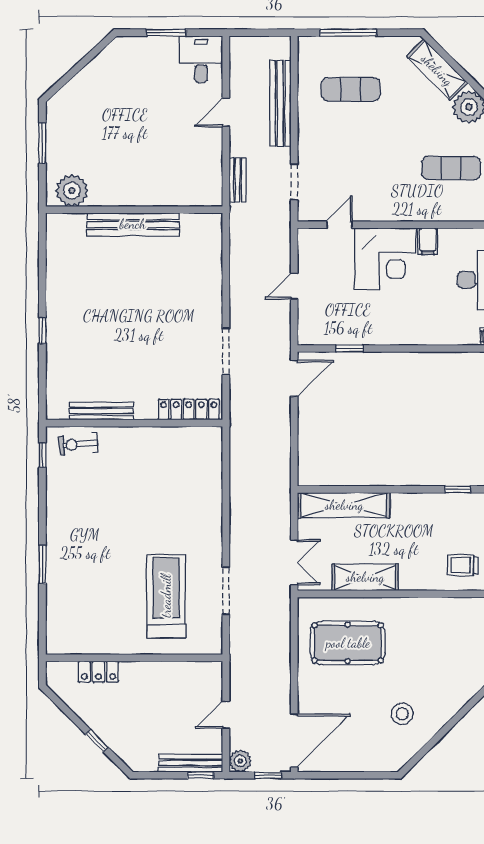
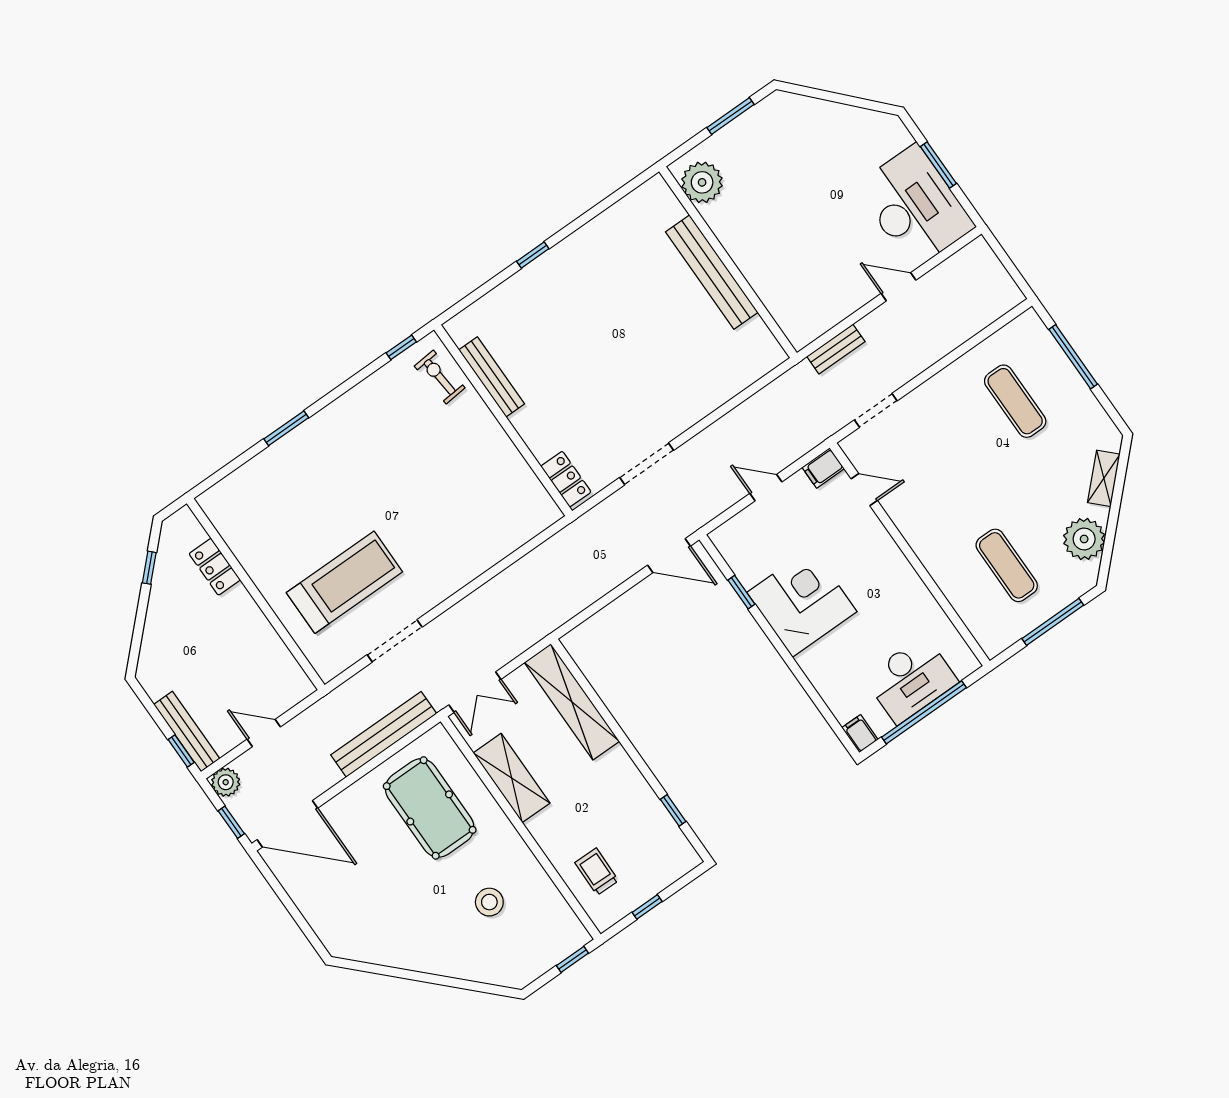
desk: (201, 59) -> (915, 207), width x1.87, depth x1.30
shelving: (437, 70) -> (1104, 478), width x0.67, depth x0.75
bench: (280, 103) -> (384, 734), moved
filing cabinet: (428, 241) -> (823, 468), moved
corner desk: (385, 259) -> (802, 602), moved, turned 180
locker: (189, 410) -> (566, 479), width x0.66
stool: (402, 714) -> (489, 902), moved
window: (97, 741) -> (149, 568), moved

